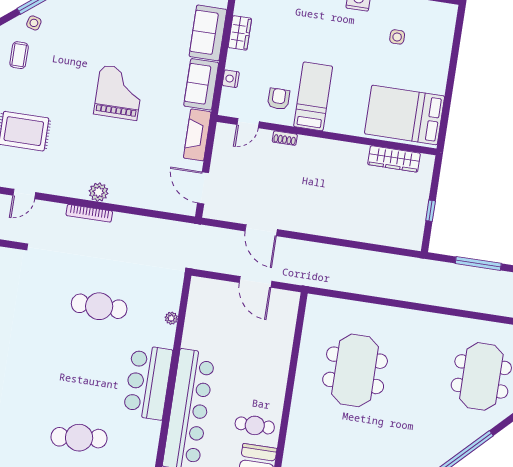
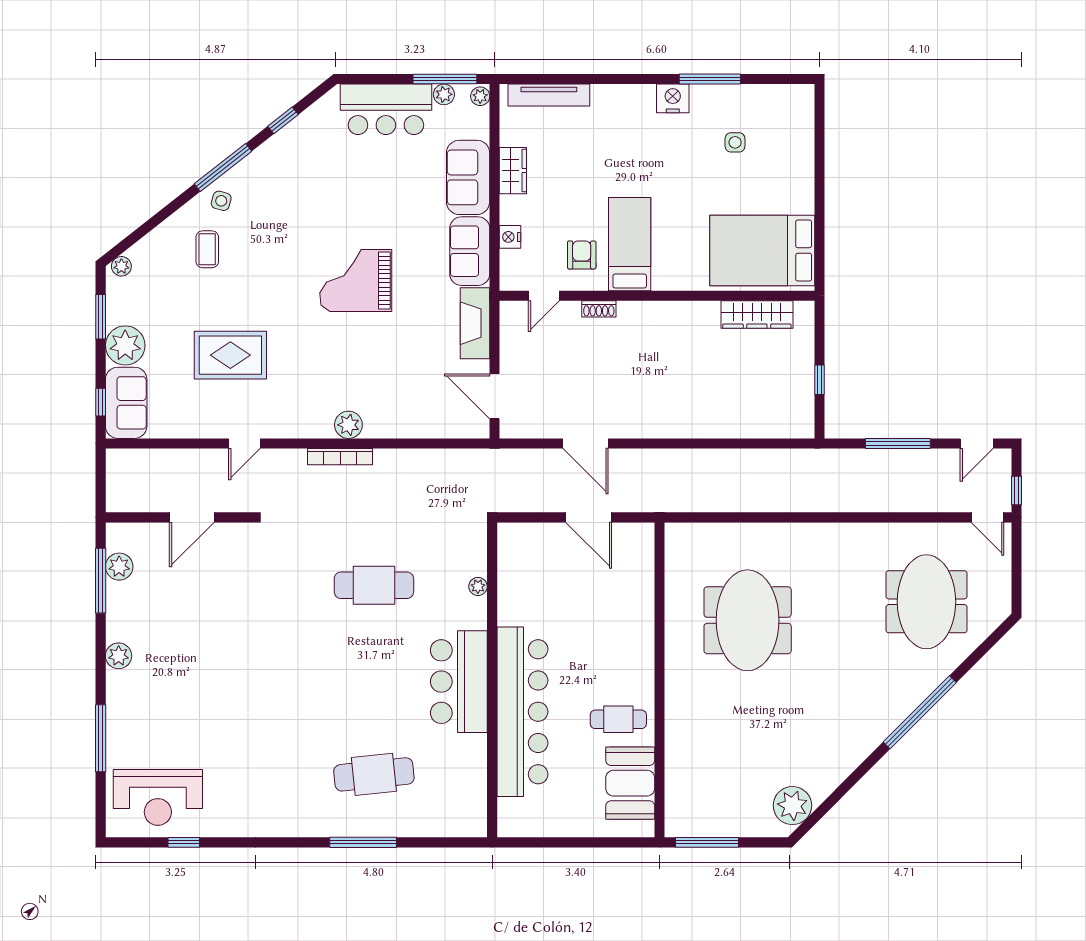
grand piano: (119, 93) -> (356, 281), turned -90

